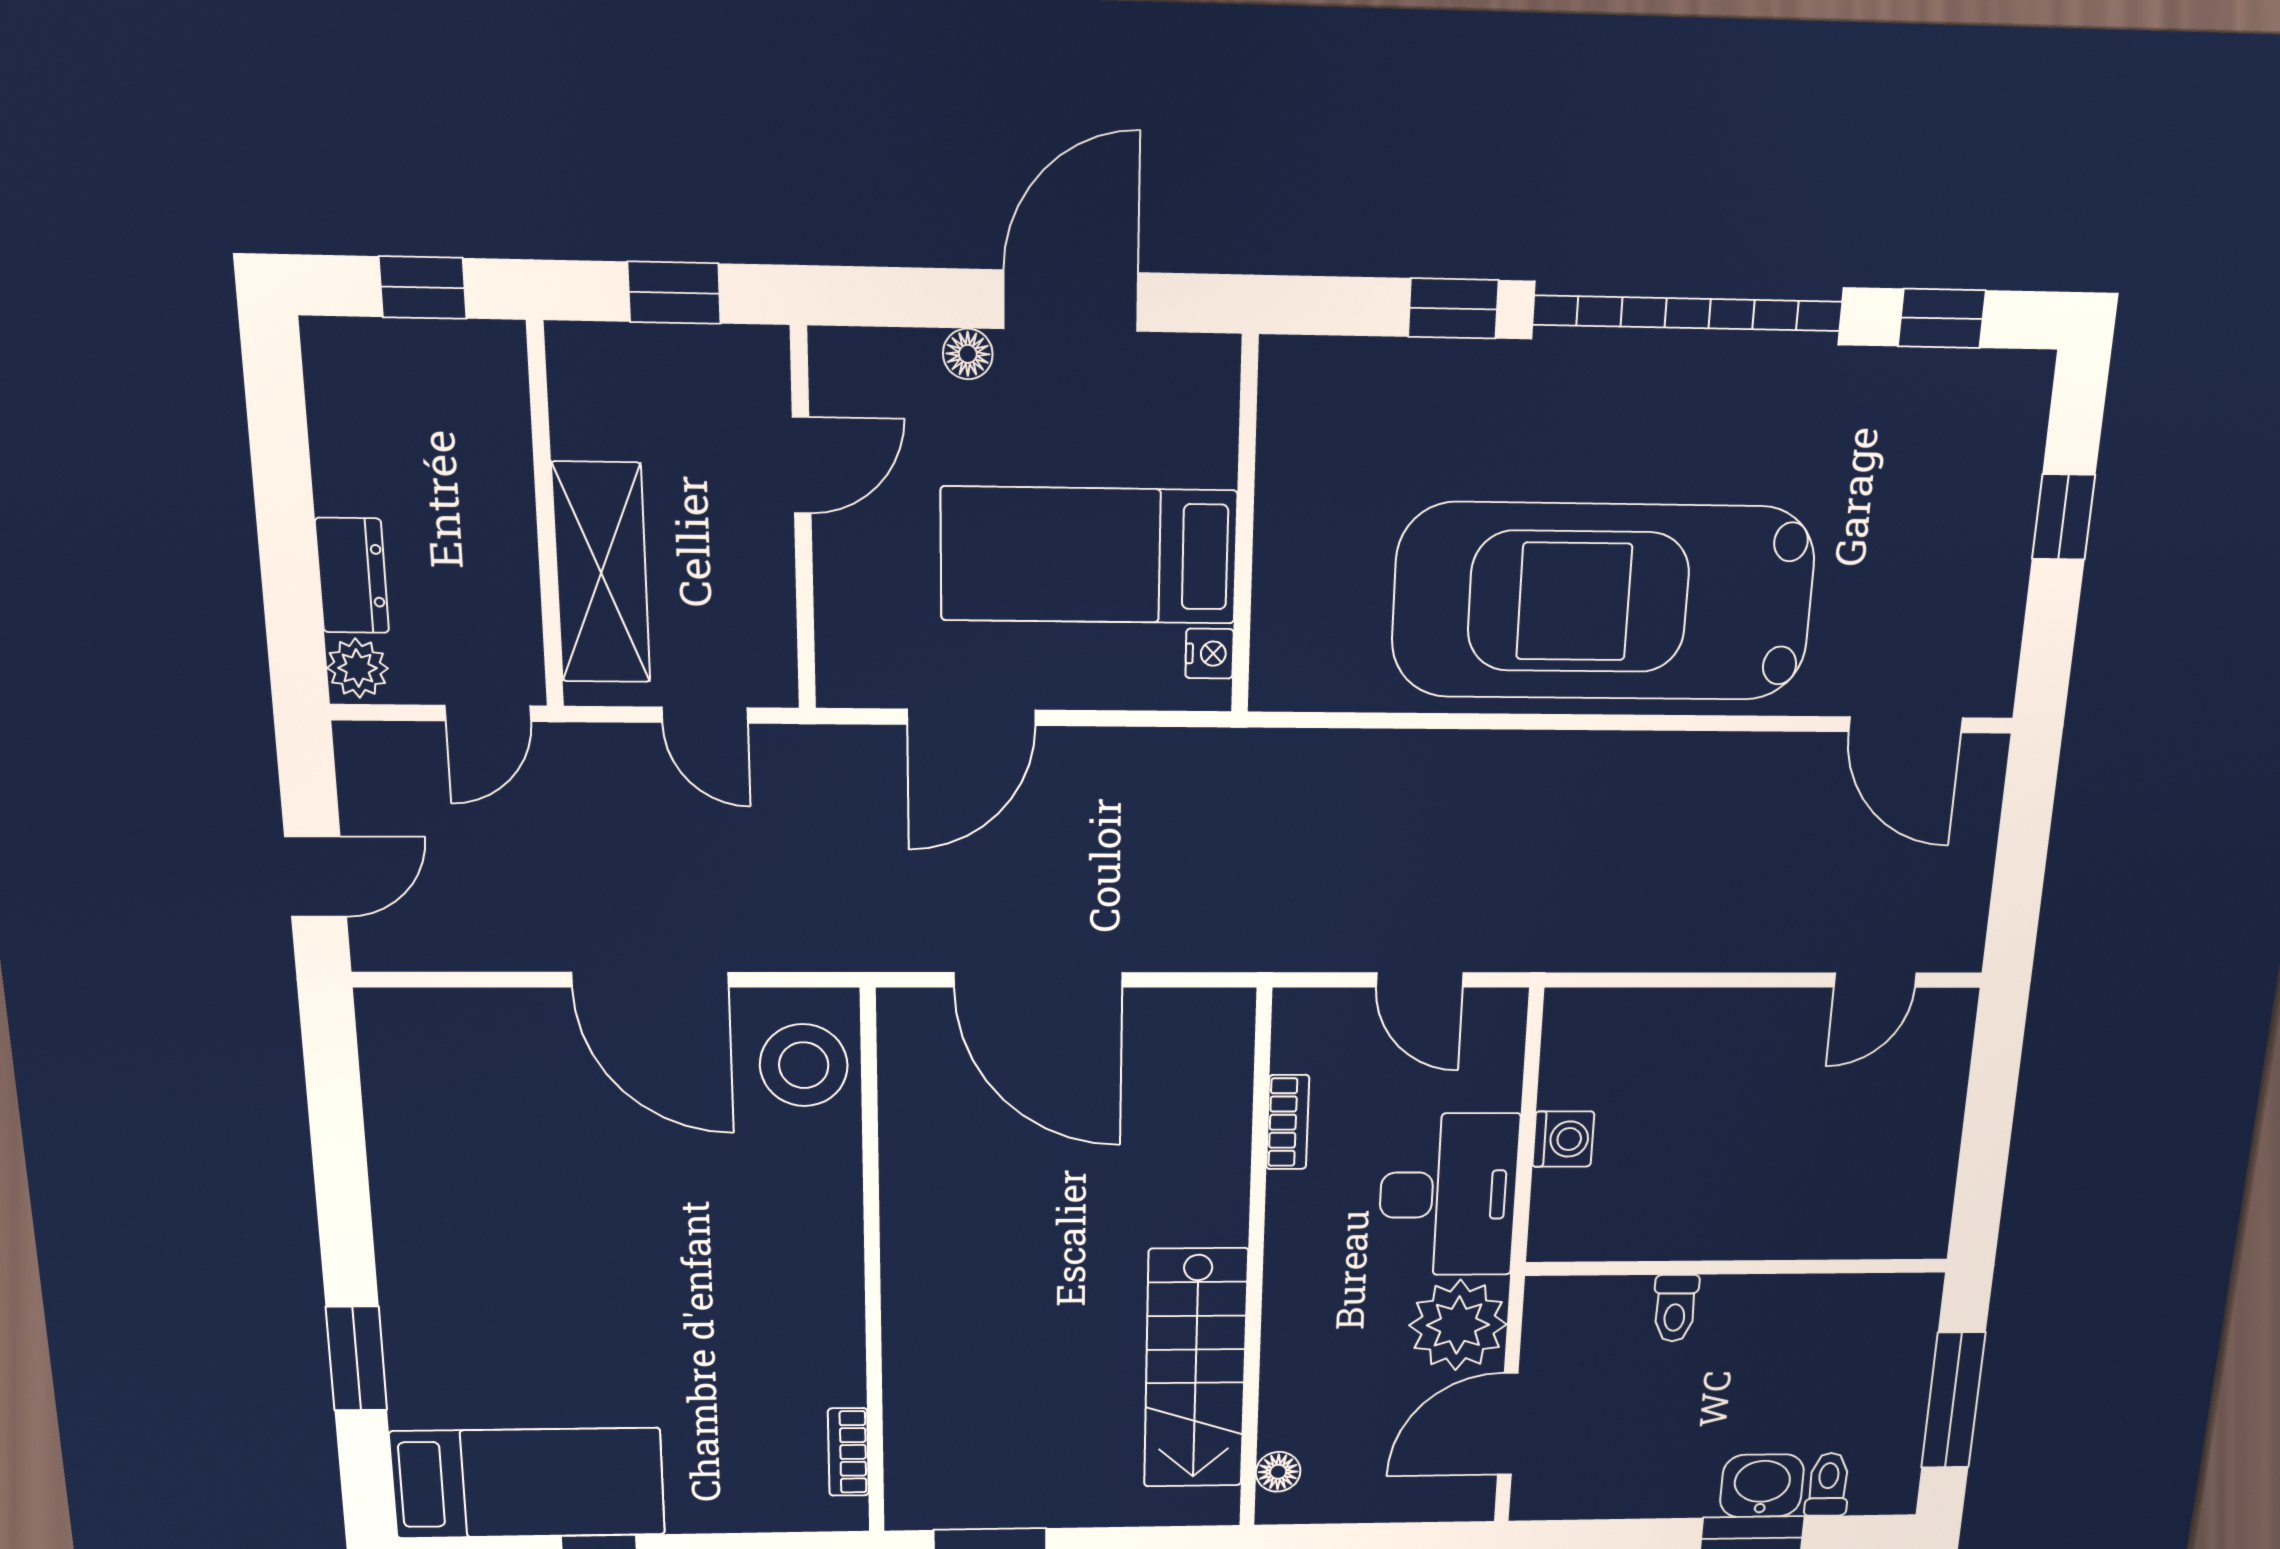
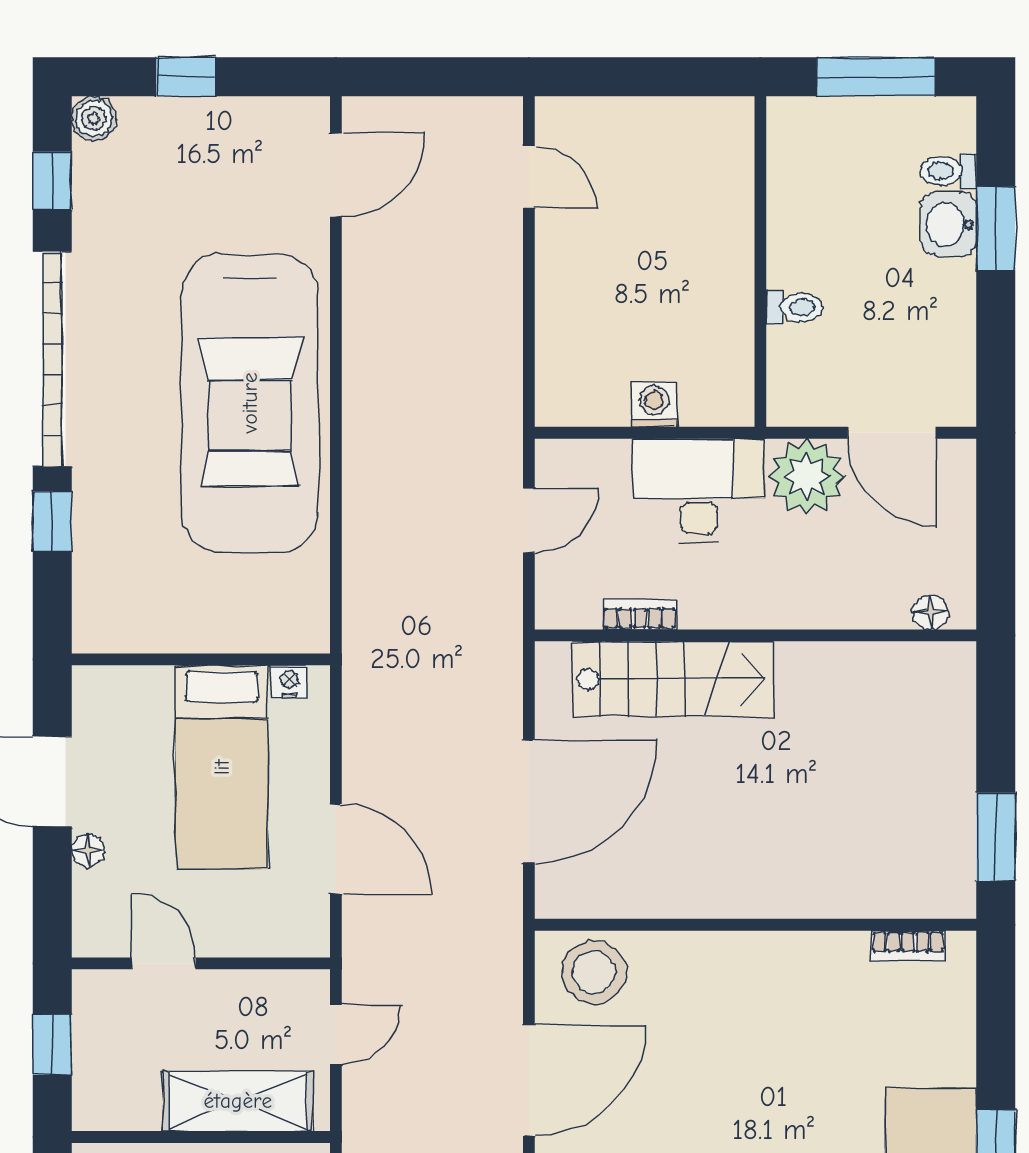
boiler: (2022, 382) -> (94, 118), added
stairs: (1196, 1369) -> (672, 679), moved

